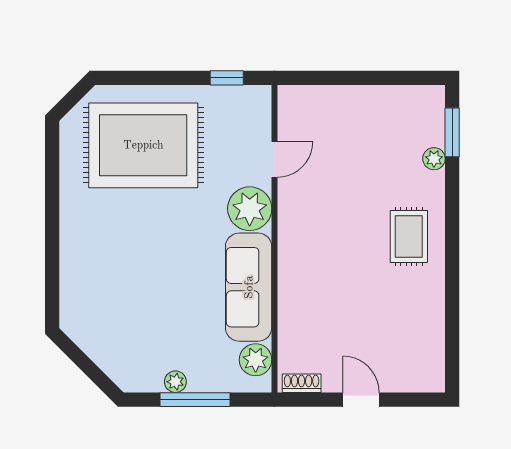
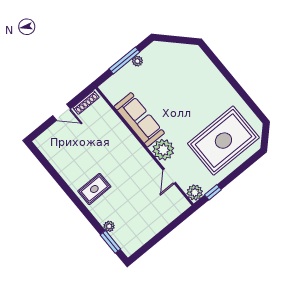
rug: (409, 236) -> (94, 189), turned 90
plant: (256, 360) -> (195, 192), moved
shoe rack: (302, 383) -> (86, 102), width x1.43

